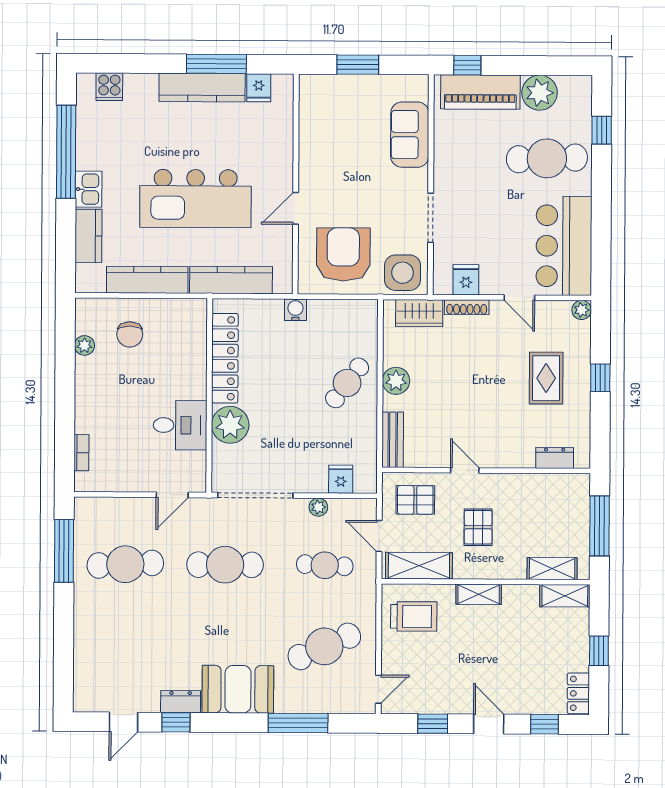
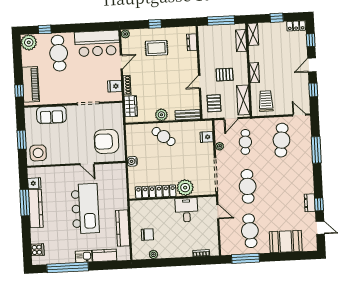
plant: (540, 93) -> (29, 42), moved
side table: (403, 273) -> (38, 153), moved
kitchen counter: (231, 280) -> (121, 191), removed
cafe table: (324, 646) -> (281, 140), turned 30
booth: (238, 689) -> (286, 241), moved, turned 90

